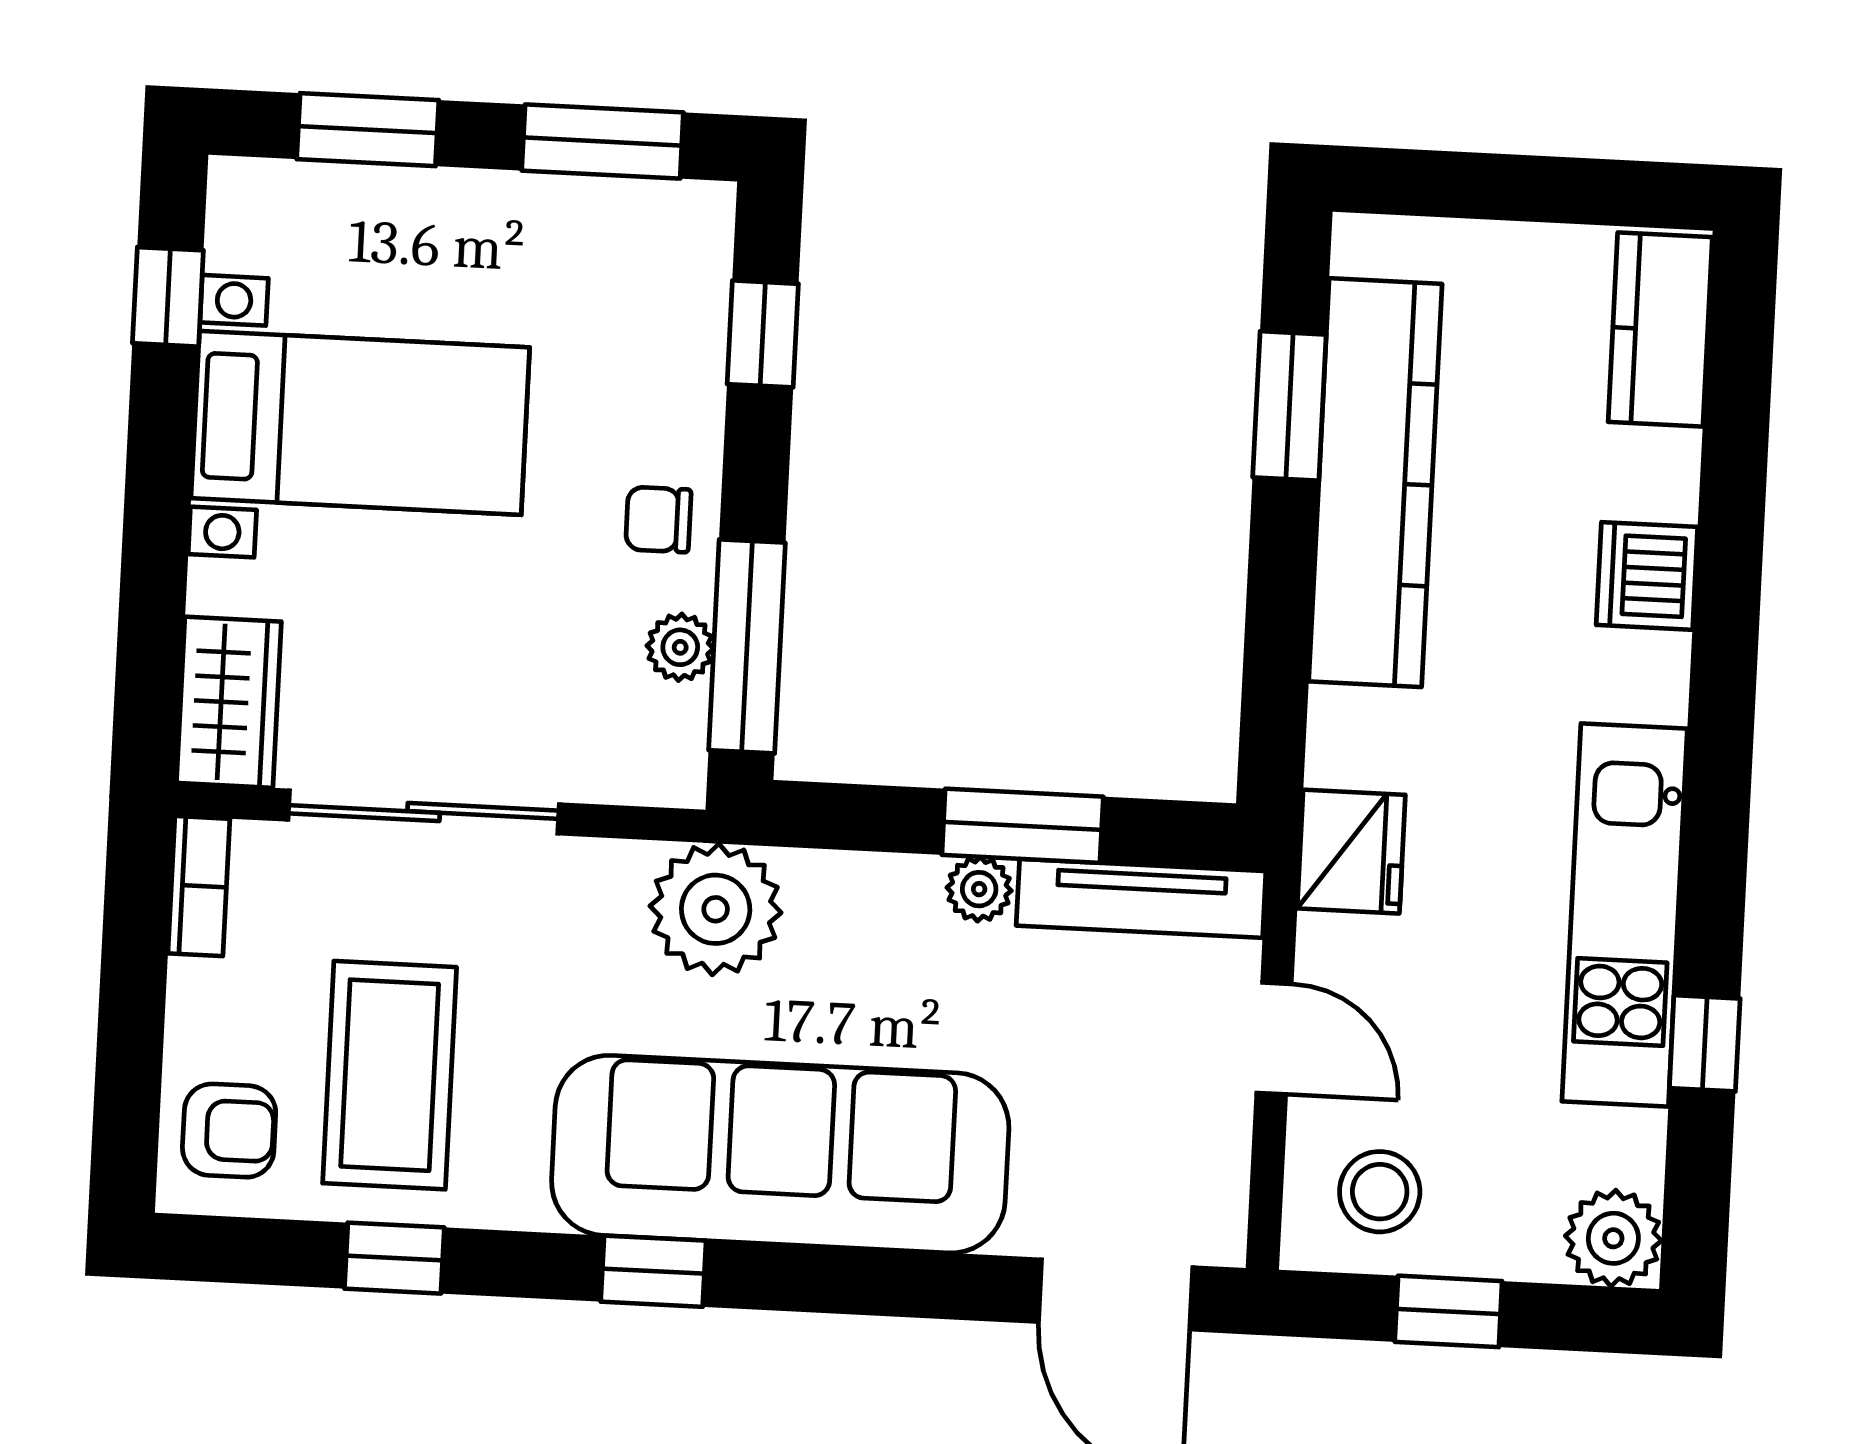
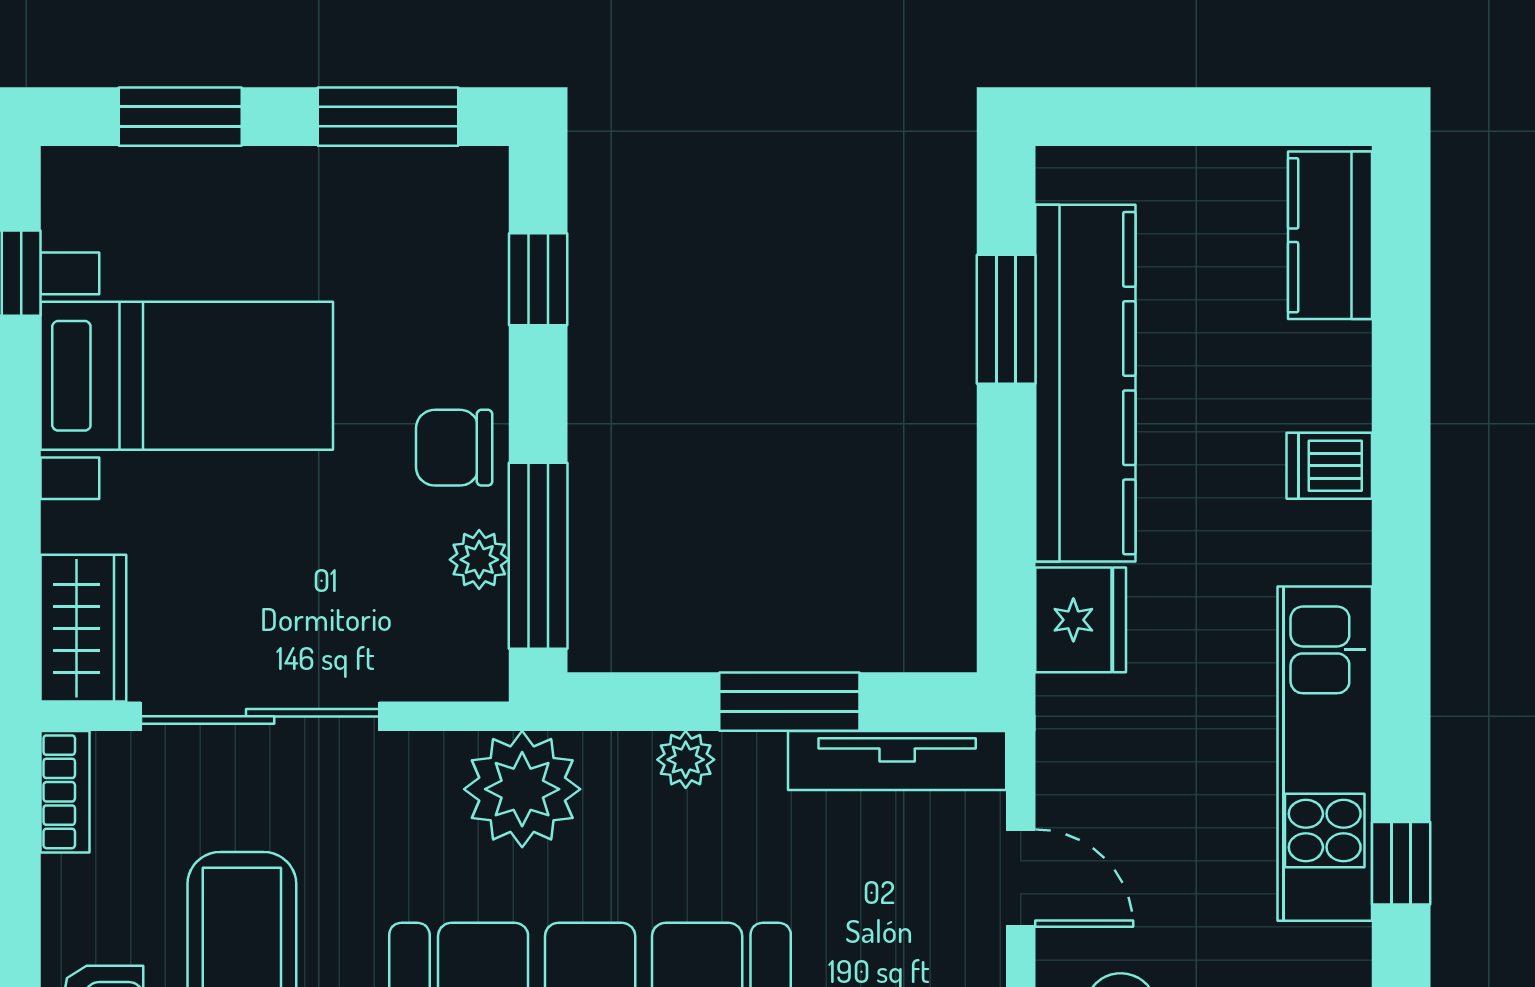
chair: (658, 519) -> (454, 448), width x1.37, depth x1.37
dishwasher: (1647, 576) -> (1329, 466), width x0.73
fridge: (1351, 852) -> (1081, 620), moved
plant: (979, 889) -> (686, 760), moved

